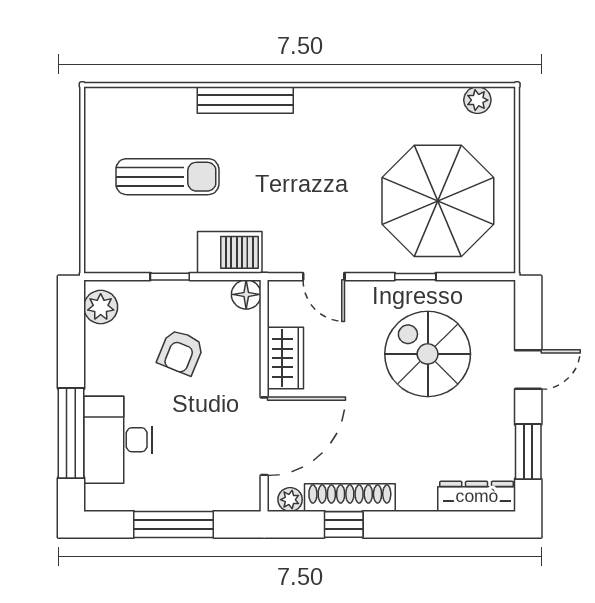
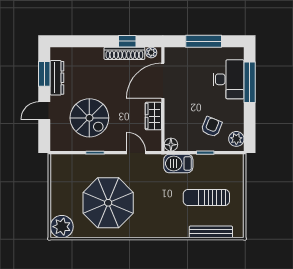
bench: (245, 100) -> (211, 232), moved
plant: (477, 100) -> (62, 227), width x1.88, depth x1.88
parasol: (438, 201) -> (108, 203), moved
armchair: (181, 352) -> (212, 127), moved
dresser: (477, 496) -> (57, 78), moved, turned -90

